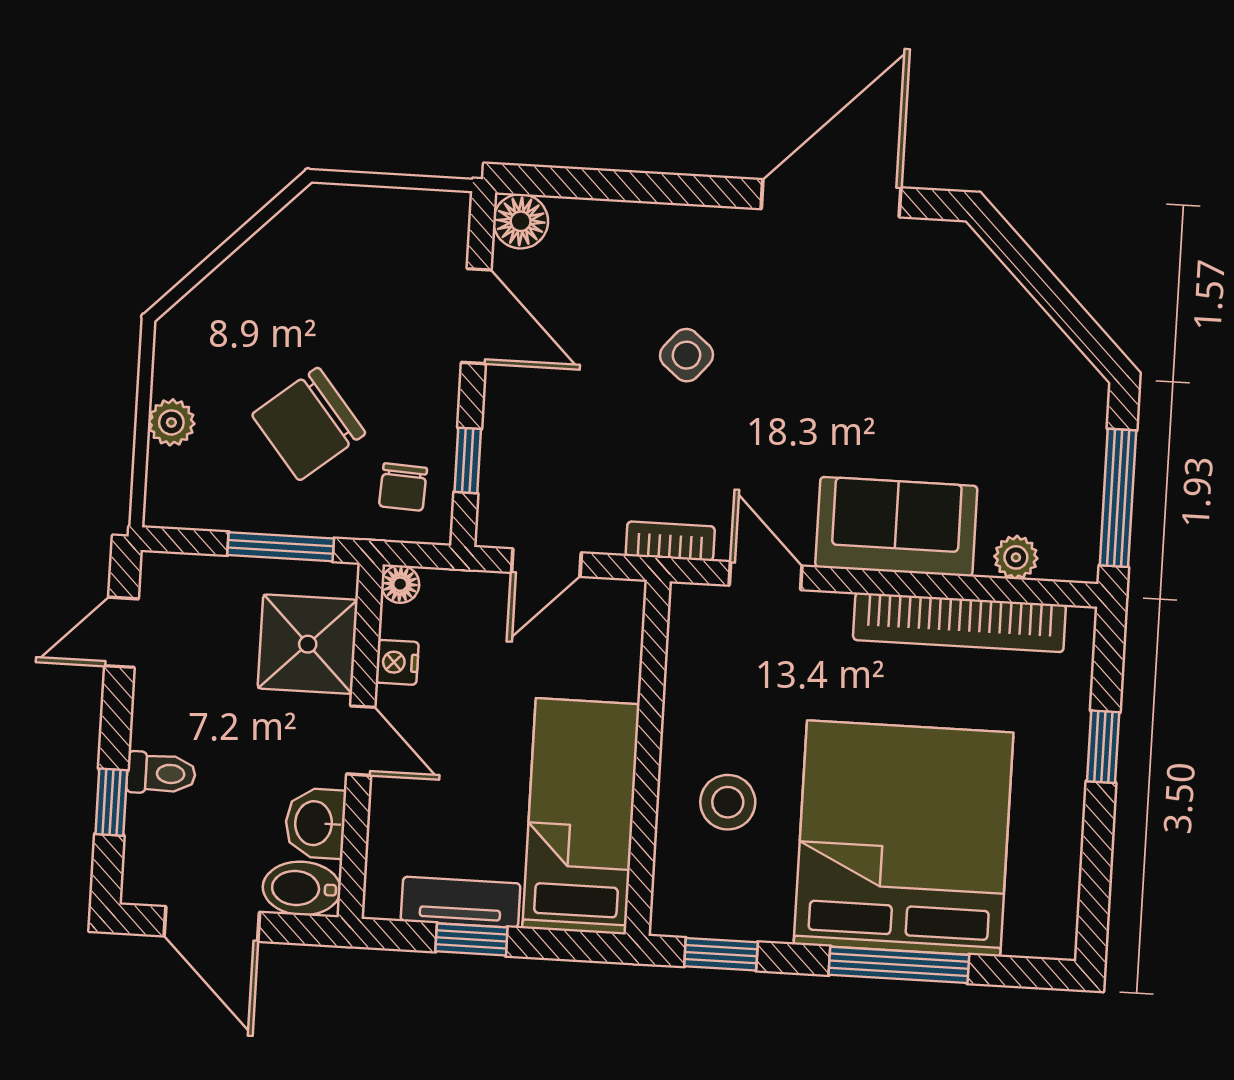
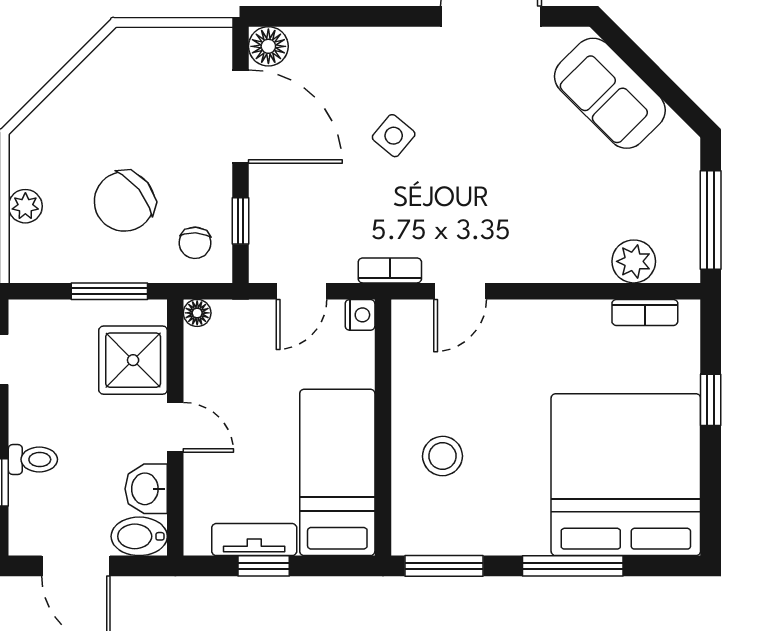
door: (476, 316) -> (240, 117), width x1.36
sofa: (896, 527) -> (610, 93), moved, turned -135
plant: (1016, 557) -> (634, 261), width x1.38, depth x1.38
door: (766, 576) -> (460, 291), swing flipped
bookcase: (959, 622) -> (645, 312), width x0.43, depth x0.76
nightstand: (397, 662) -> (360, 315), moved, turned 180
bed: (904, 838) -> (626, 475), moved
window: (721, 954) -> (444, 566), width x1.50

